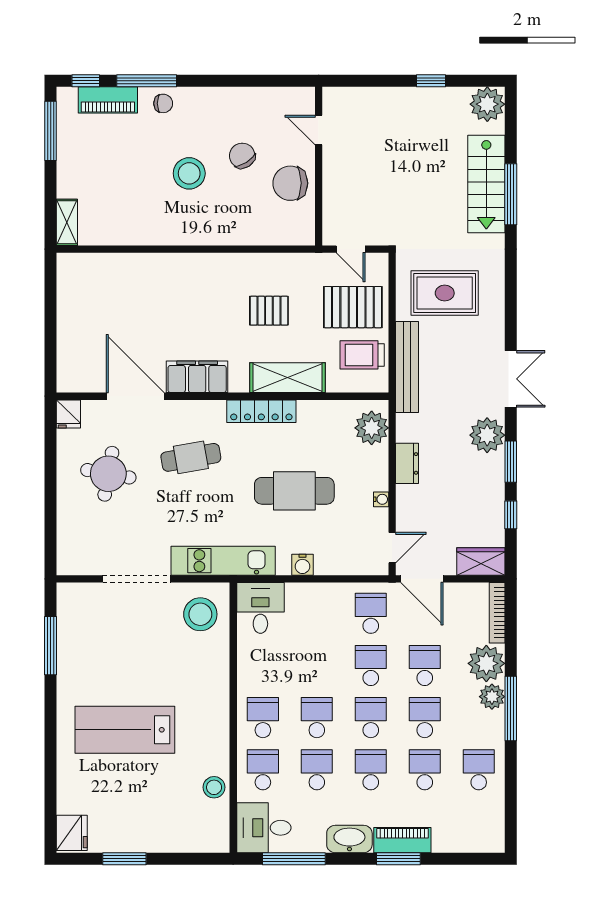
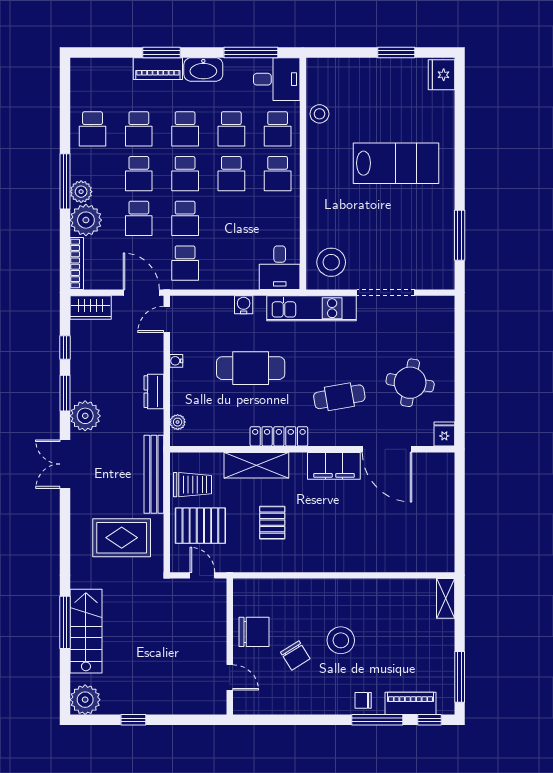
pallet: (269, 311) -> (272, 523), turned 90
plant: (372, 428) -> (178, 422), width x0.53, depth x0.53

